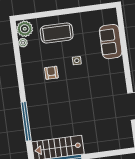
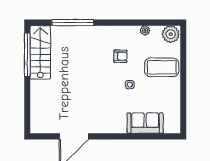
coffee table: (57, 33) -> (162, 67), turned 90
plant: (23, 43) -> (145, 30), moved

